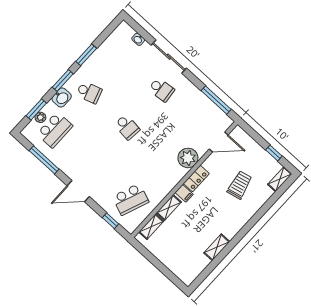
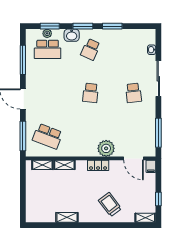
school desk: (89, 92) -> (91, 49), turned 42
trolley: (240, 185) -> (110, 205), moved, turned -114
filing cabinet: (184, 193) -> (151, 166), moved
window: (111, 221) -> (23, 136), width x2.17

